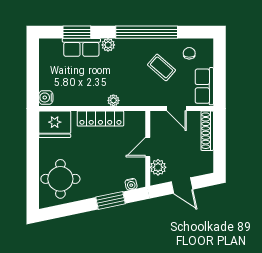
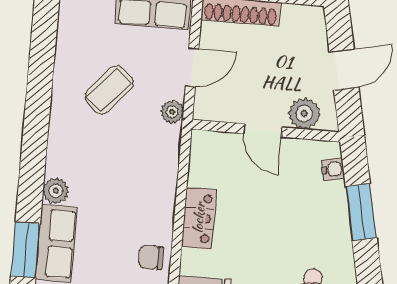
window: (147, 32) -> (37, 113), removed
chair: (189, 53) -> (151, 257), moved
plant: (113, 100) -> (172, 112), moved
locker: (100, 118) -> (199, 218), width x0.66

